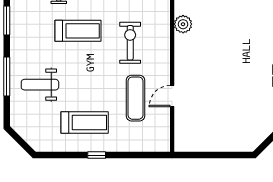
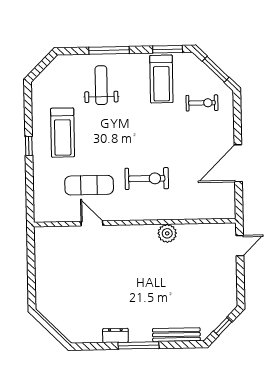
treadmill: (78, 31) -> (161, 79), moved

